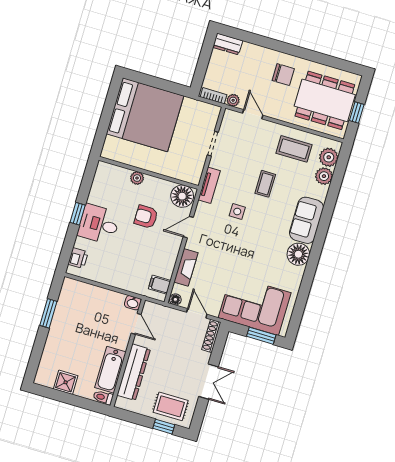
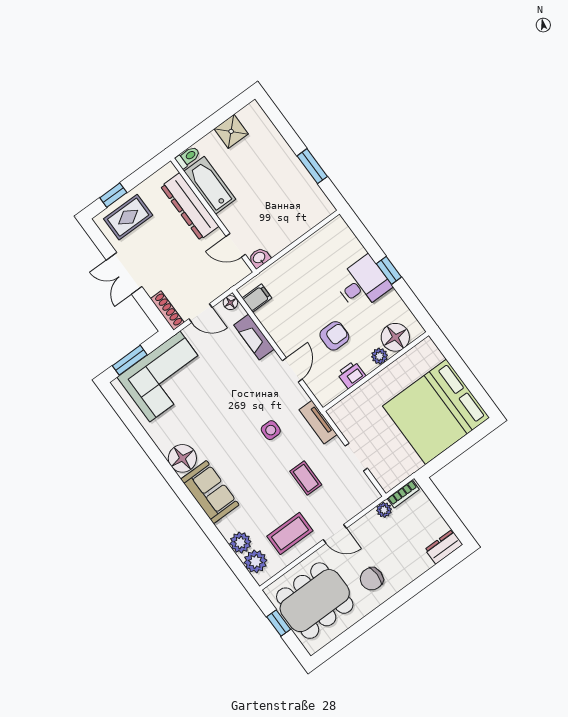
door: (253, 114) -> (335, 534), moved
coffee table: (265, 184) -> (306, 478), moved
floor lamp: (182, 196) -> (395, 337), moved
printer: (78, 258) -> (351, 375), moved, turned 90

